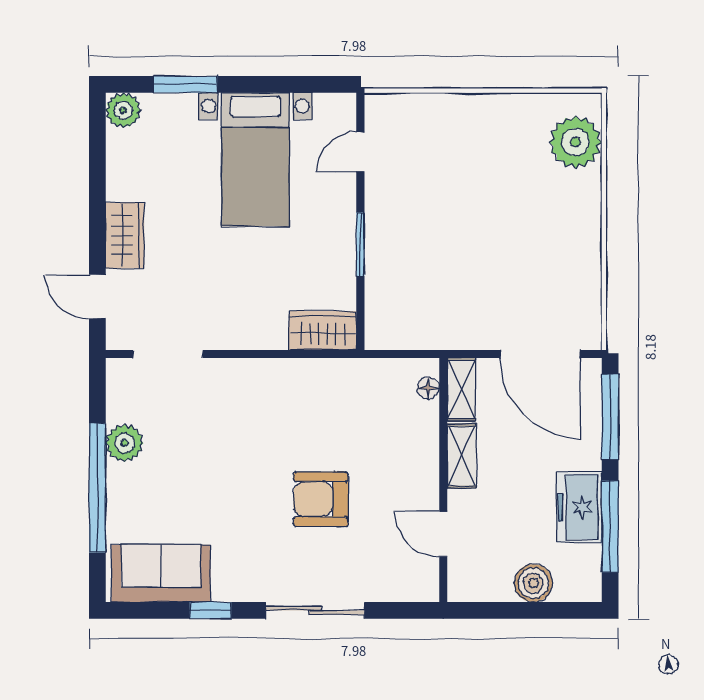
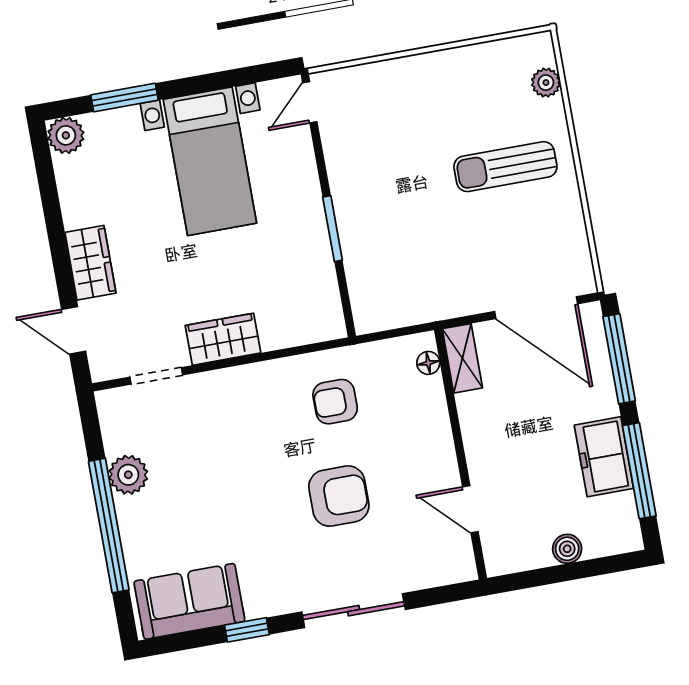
plant: (575, 142) -> (546, 83), width x0.53, depth x0.53
door: (360, 152) -> (310, 102), moved
sun lounger: (535, 215) -> (505, 167), added
wardrobe: (323, 331) -> (223, 339), moved
doorway: (168, 354) -> (156, 376), width x0.73
armchair: (333, 409) -> (335, 402), added
shelving: (462, 456) -> (475, 426), removed
armchair: (321, 499) -> (339, 496), turned 180
boiler: (533, 583) -> (567, 549), width x0.73, depth x0.73

